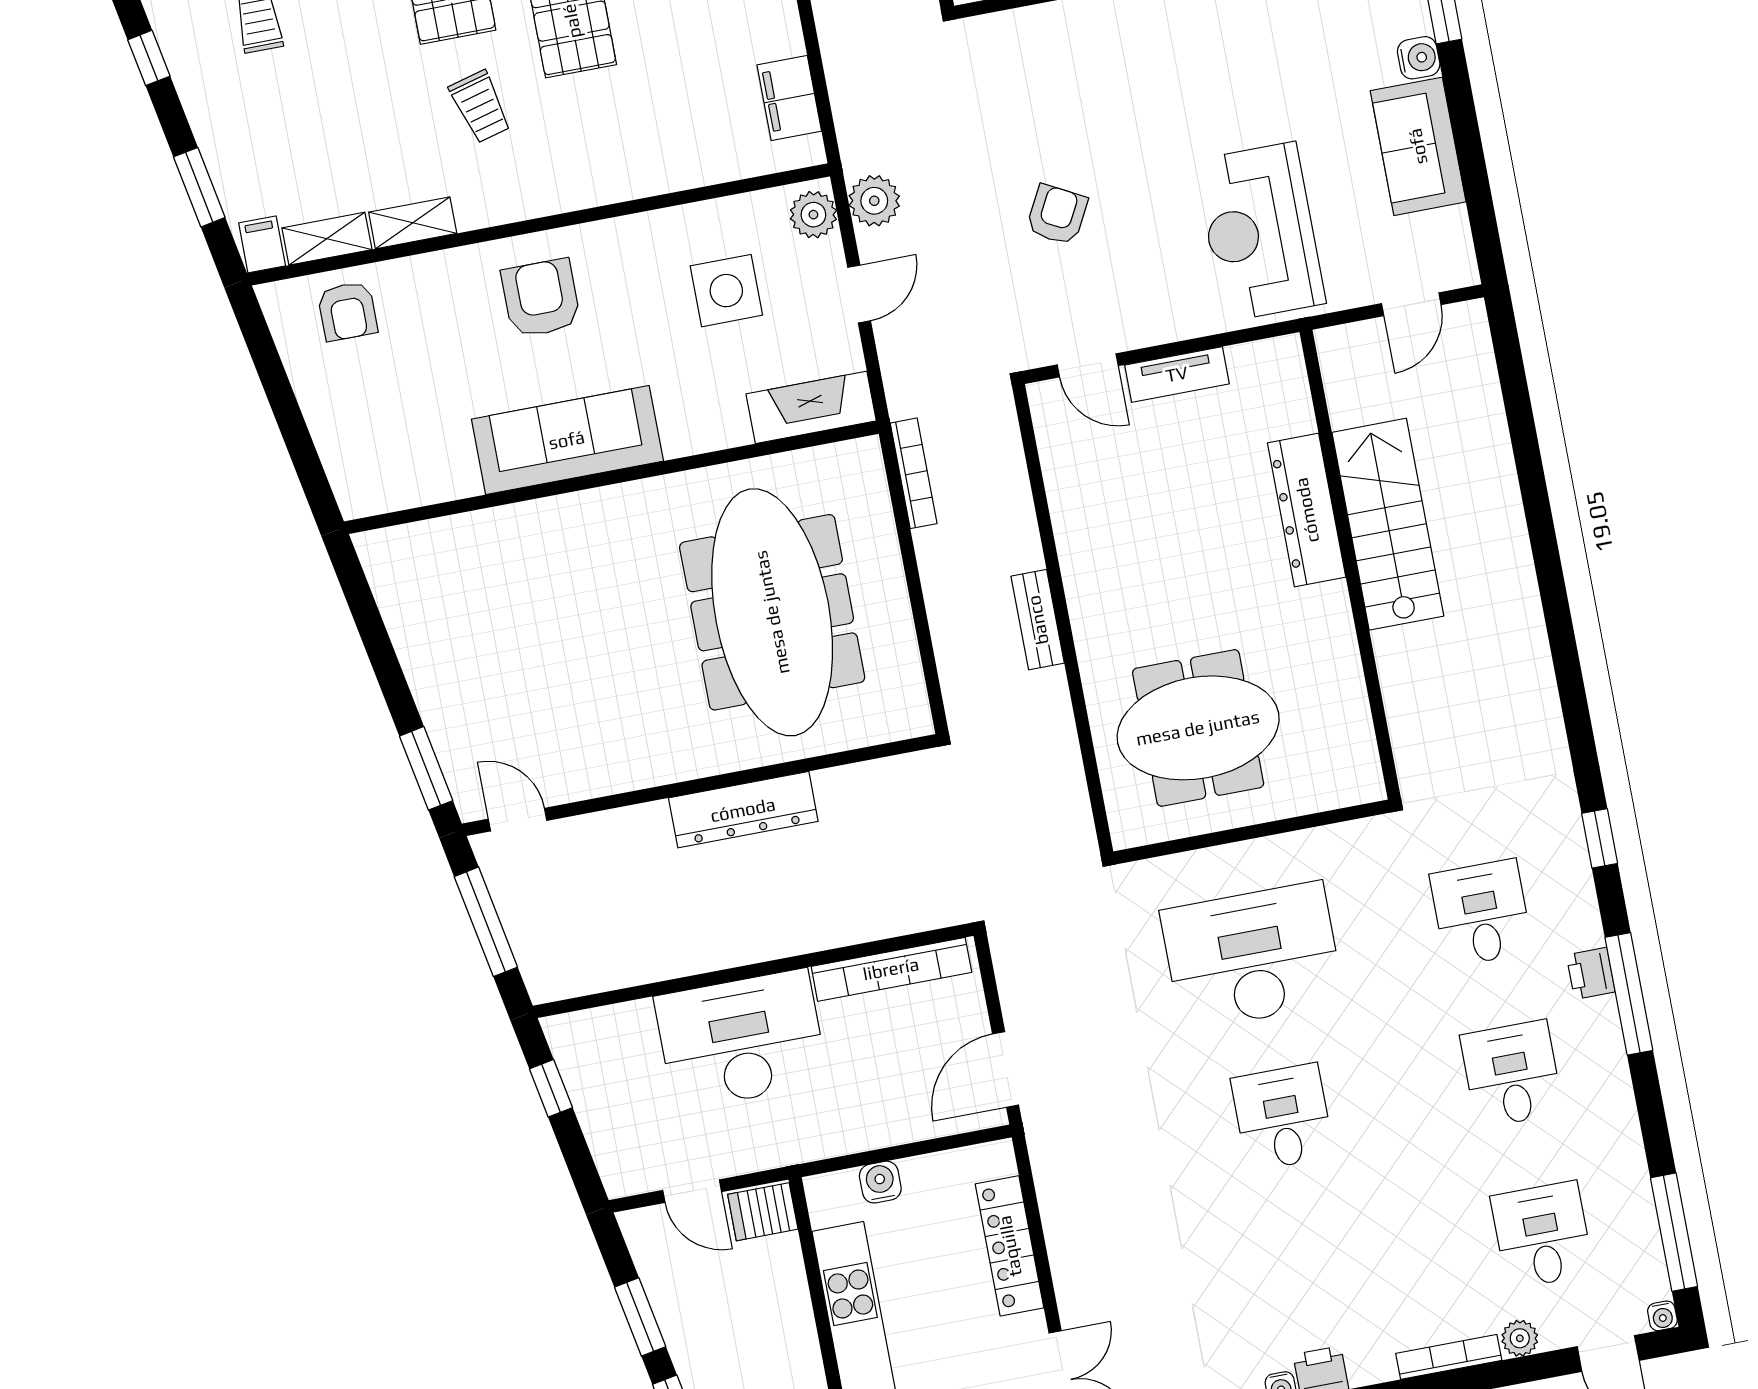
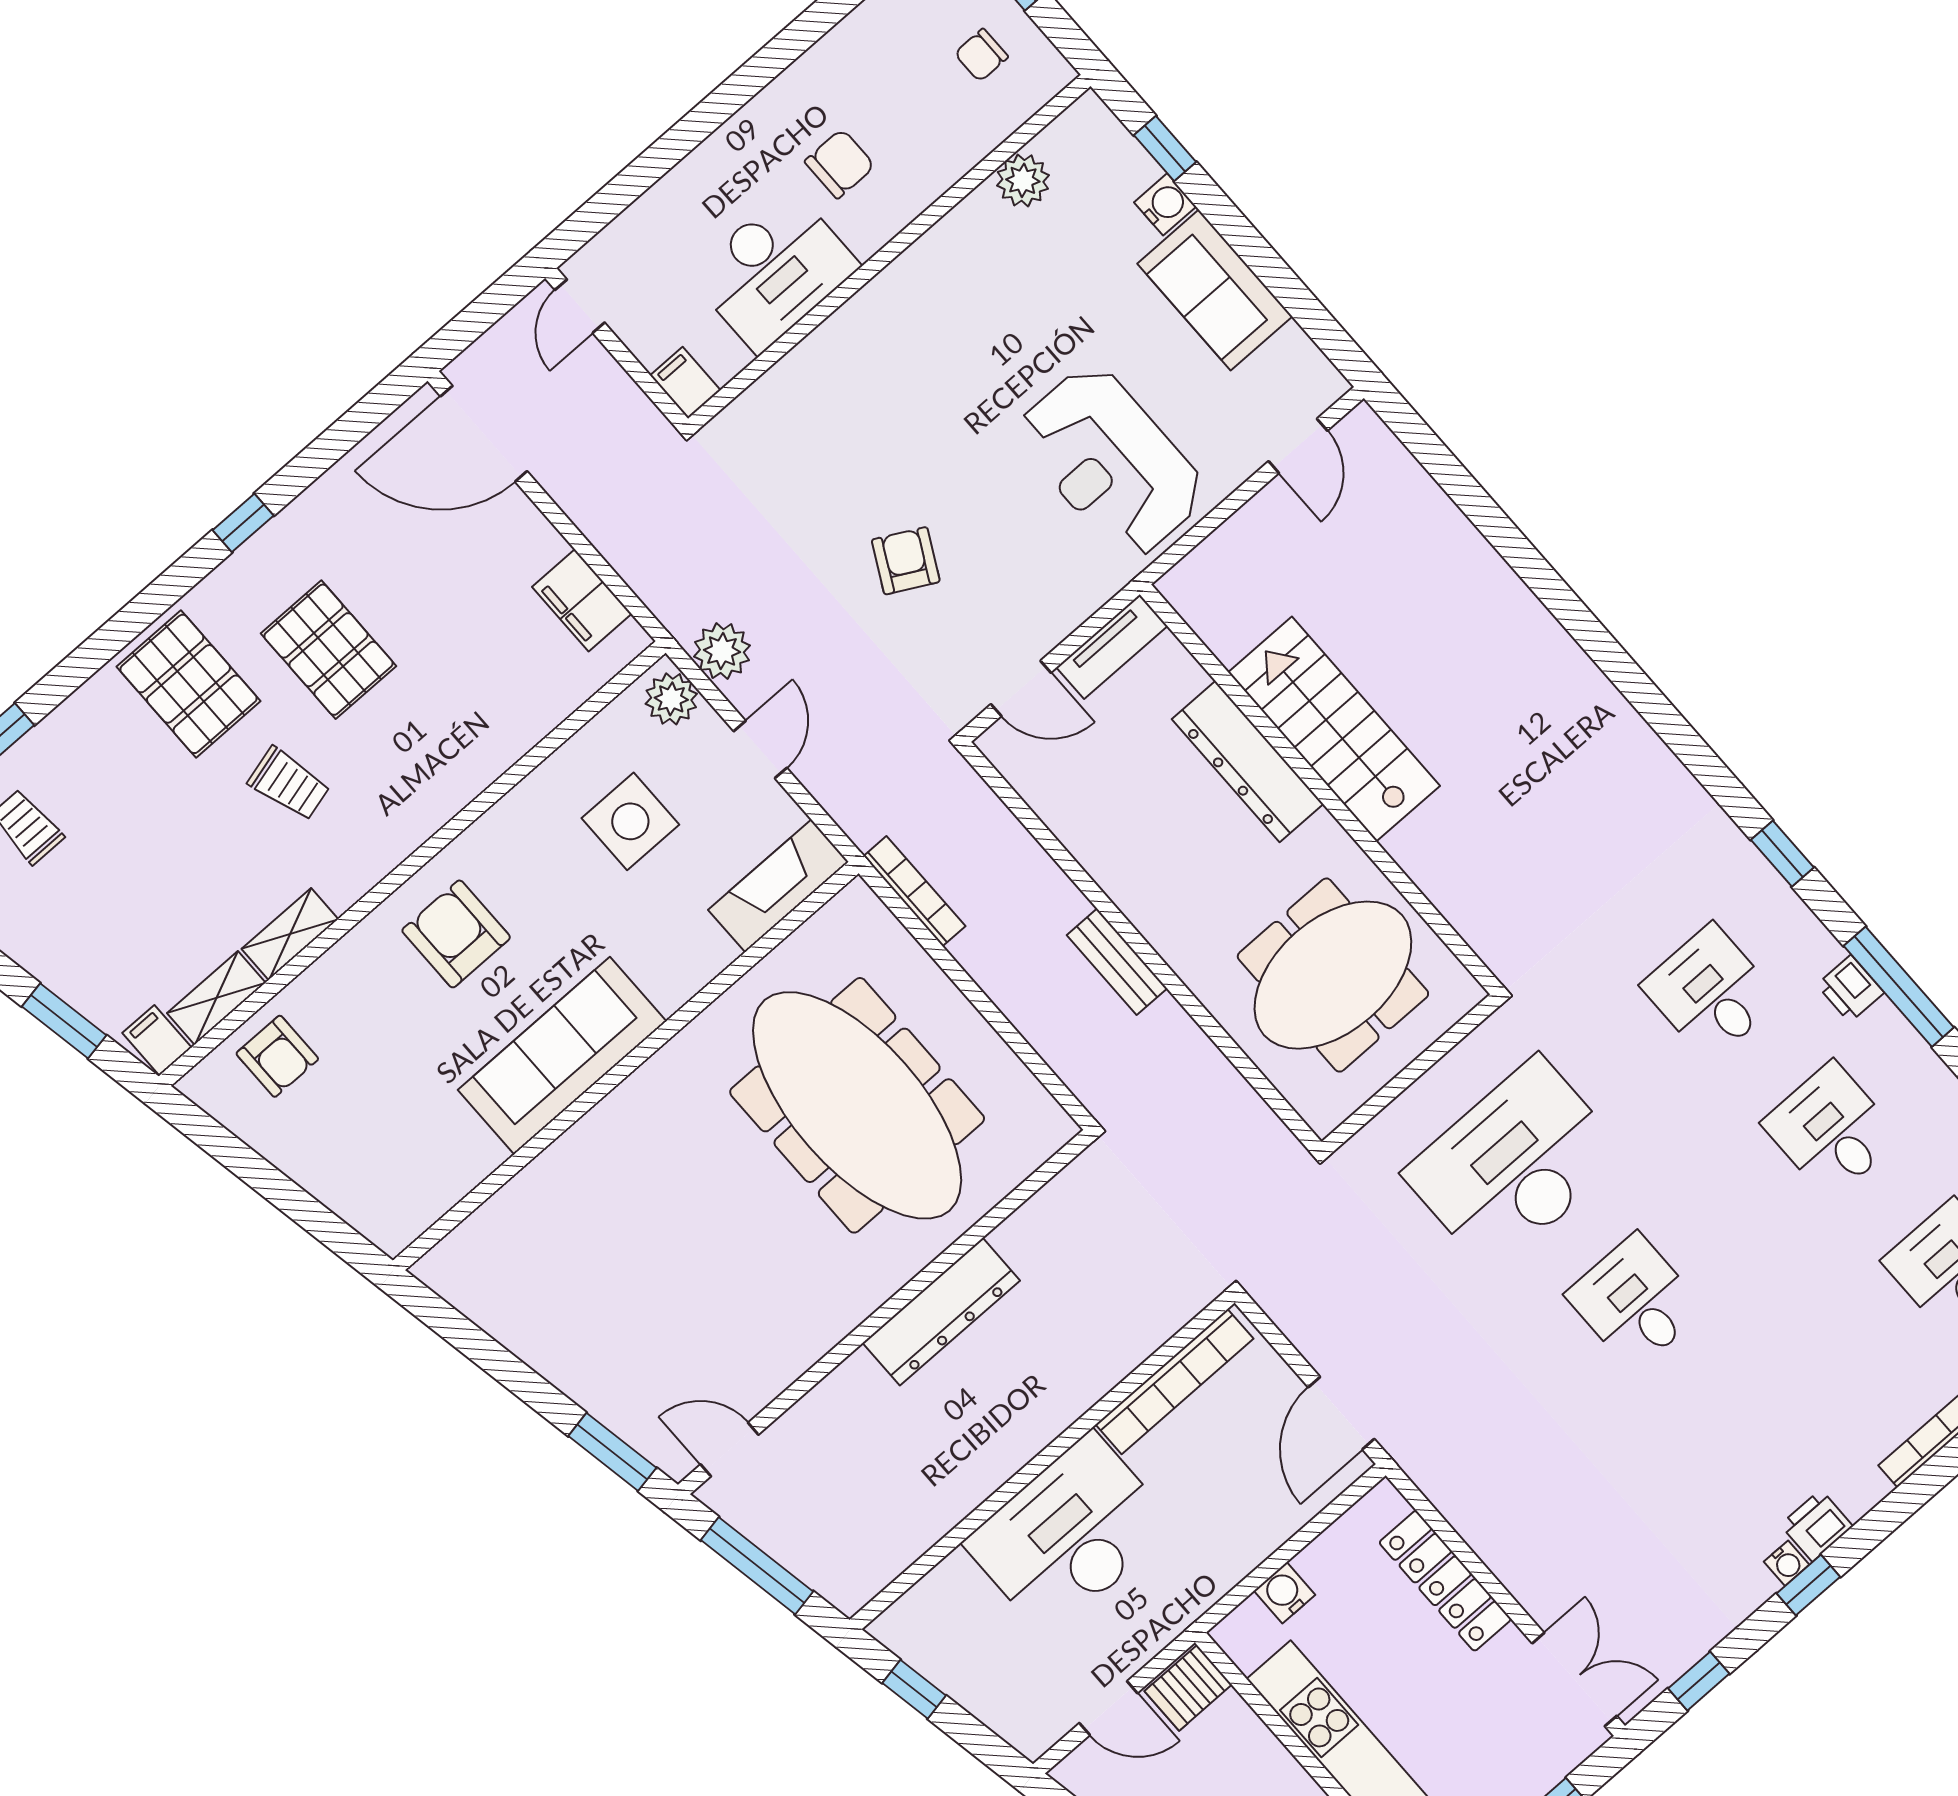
dresser: (1307, 510) -> (1248, 761), moved
stairs: (1388, 524) -> (1334, 729), moved
wall: (1350, 565) -> (1321, 789), moved

